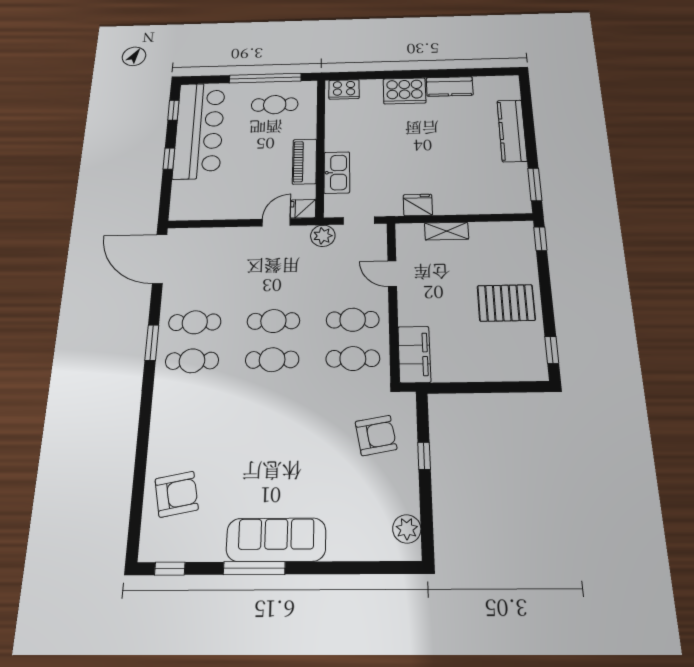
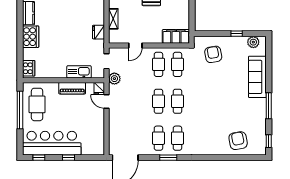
cafe table: (275, 105) -> (37, 104), width x1.37, depth x1.35
window: (424, 456) -> (237, 34), moved
sofa: (276, 540) -> (257, 77), moved

